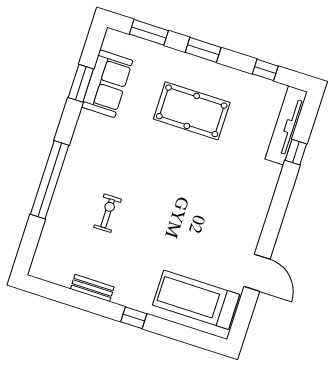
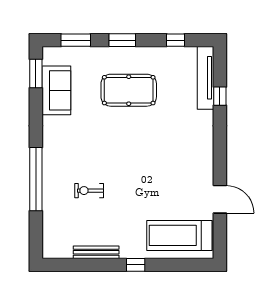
window: (81, 83) -> (36, 74), moved
exercise bike: (108, 213) -> (89, 191), turned -90
bench: (92, 288) -> (96, 252), width x1.36

